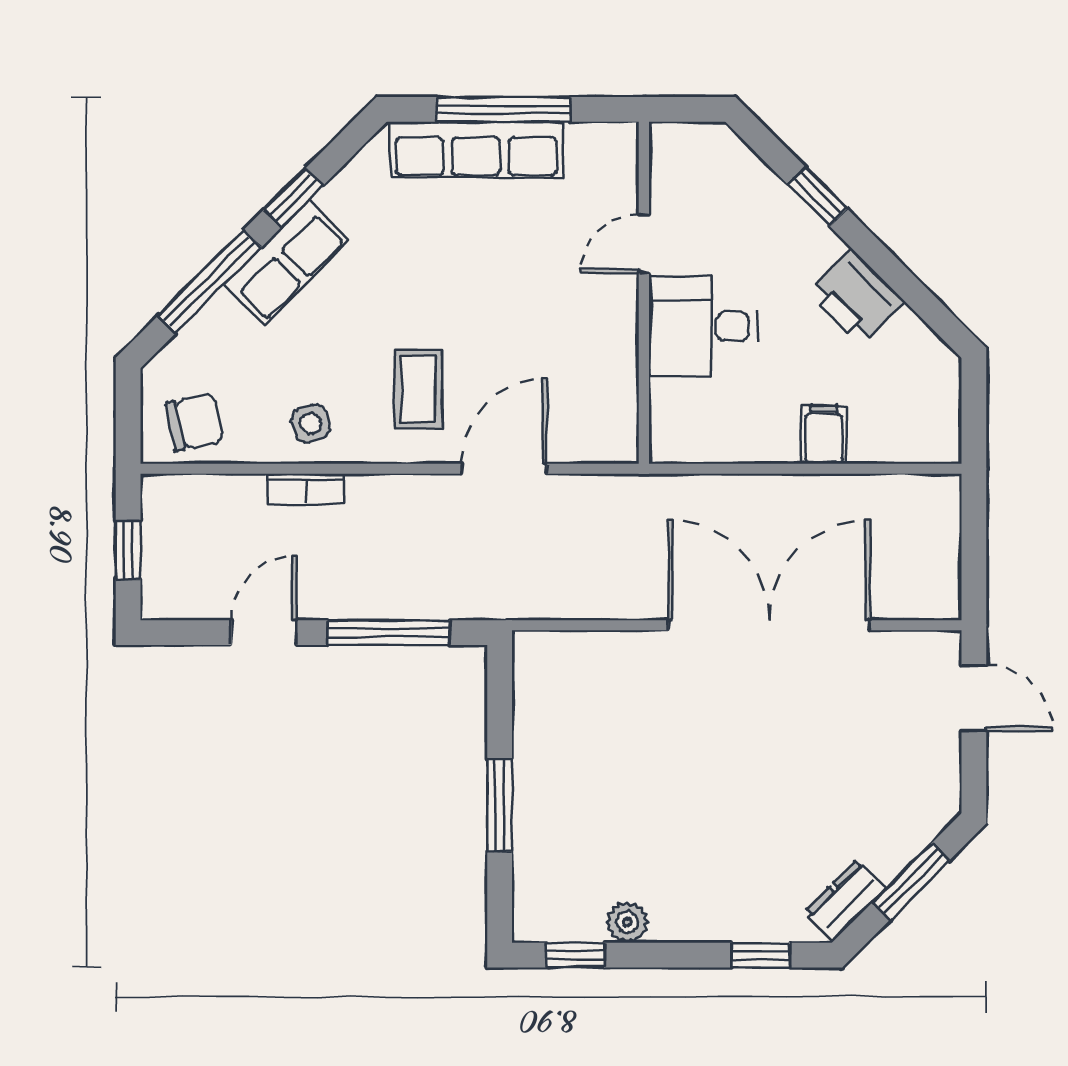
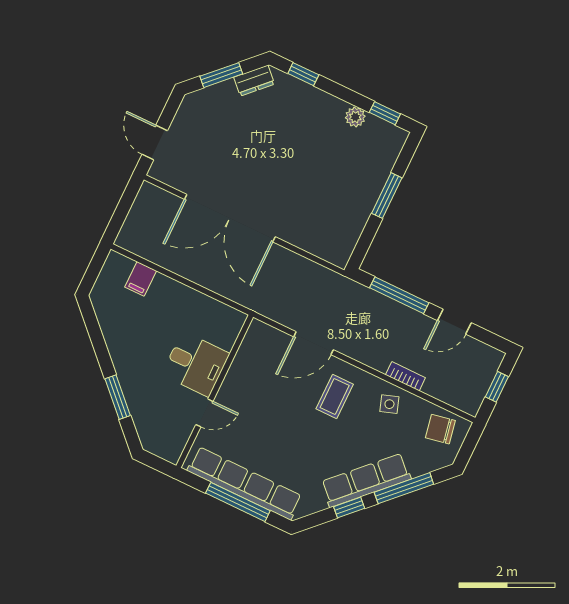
row of seats: (476, 150) -> (245, 483), width x1.36
window: (818, 197) -> (118, 397), width x1.50
row of seats: (287, 262) -> (366, 480), width x1.48
printer: (856, 297) -> (122, 344), removed
filing cabinet: (824, 435) -> (141, 279), moved

